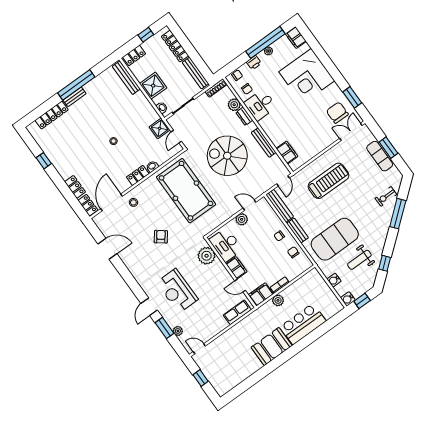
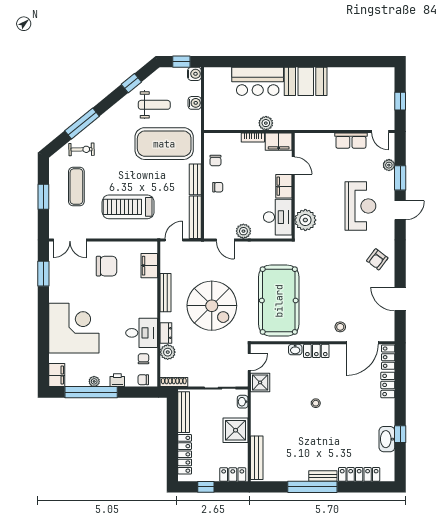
chair: (337, 113) -> (107, 266), moved, turned -90
washbasin: (50, 151) -> (387, 439), added
exercise mat: (380, 156) -> (76, 187), moved
armchair: (161, 237) -> (377, 259), moved
row of seats: (237, 312) -> (351, 141), moved

